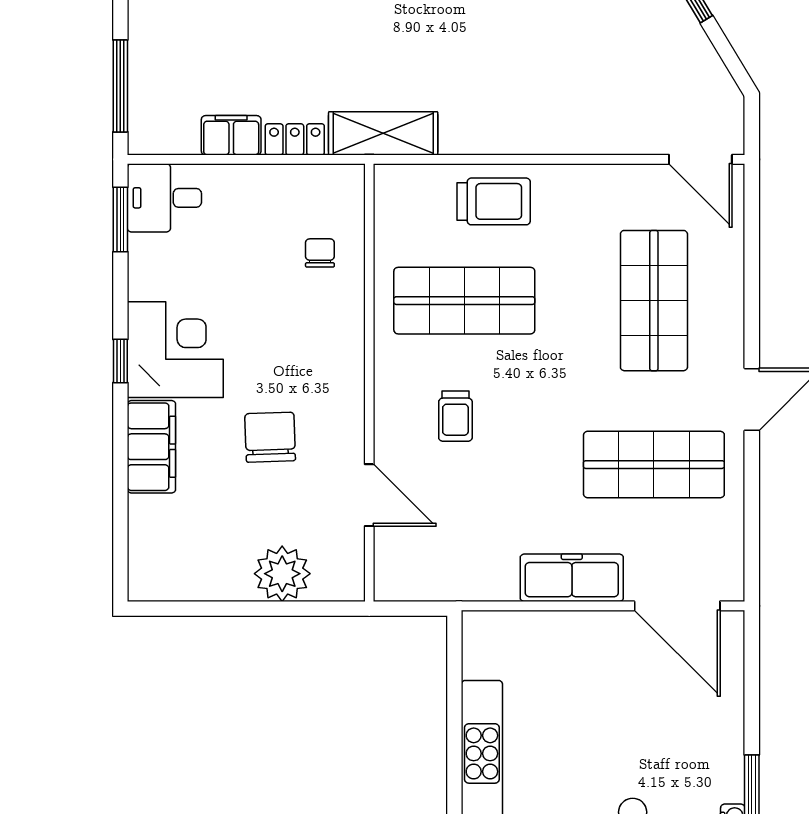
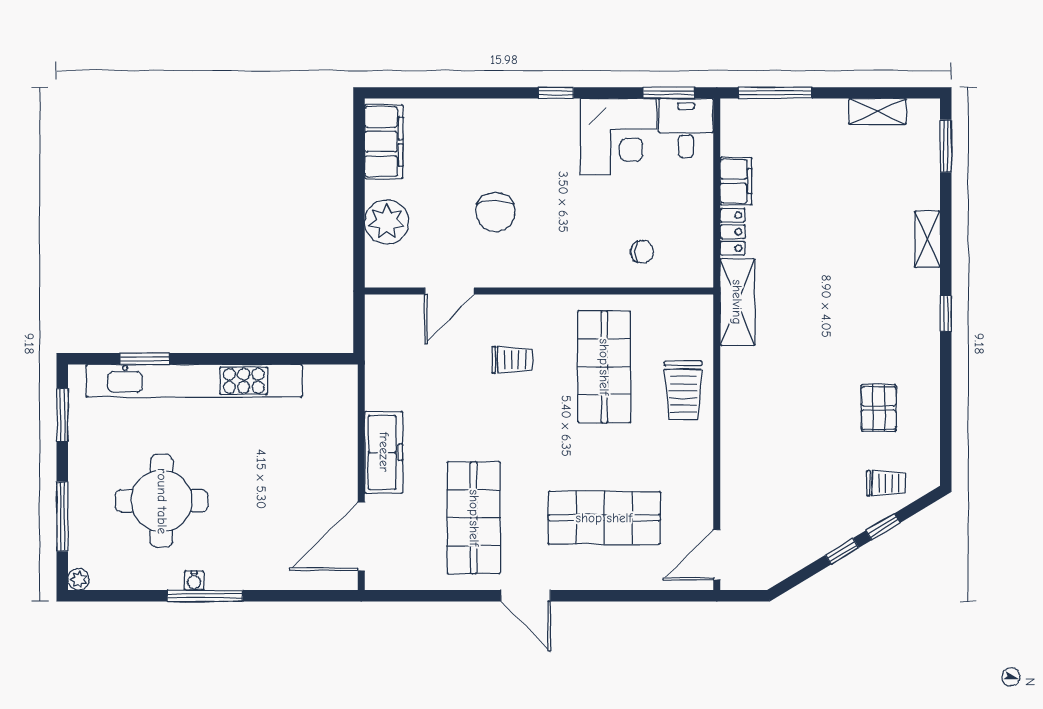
corner desk: (175, 350) -> (618, 137), moved
trolley: (455, 416) -> (512, 360), turned 180
chair: (270, 437) -> (496, 212), turned 92
filing cabinet: (151, 447) -> (384, 142), moved, turned -90

